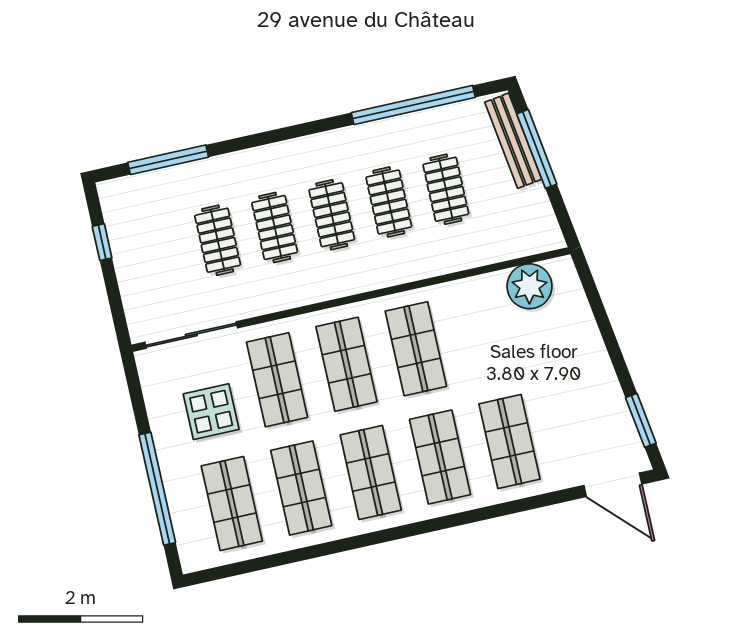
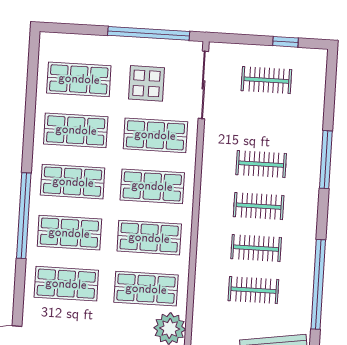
window: (168, 160) -> (326, 160), moved
clothes rail: (218, 240) -> (266, 80), moved
shop shelf: (485, 333) -> (146, 289), added
window: (157, 489) -> (149, 33), moved
window: (435, 525) -> (24, 216), added

